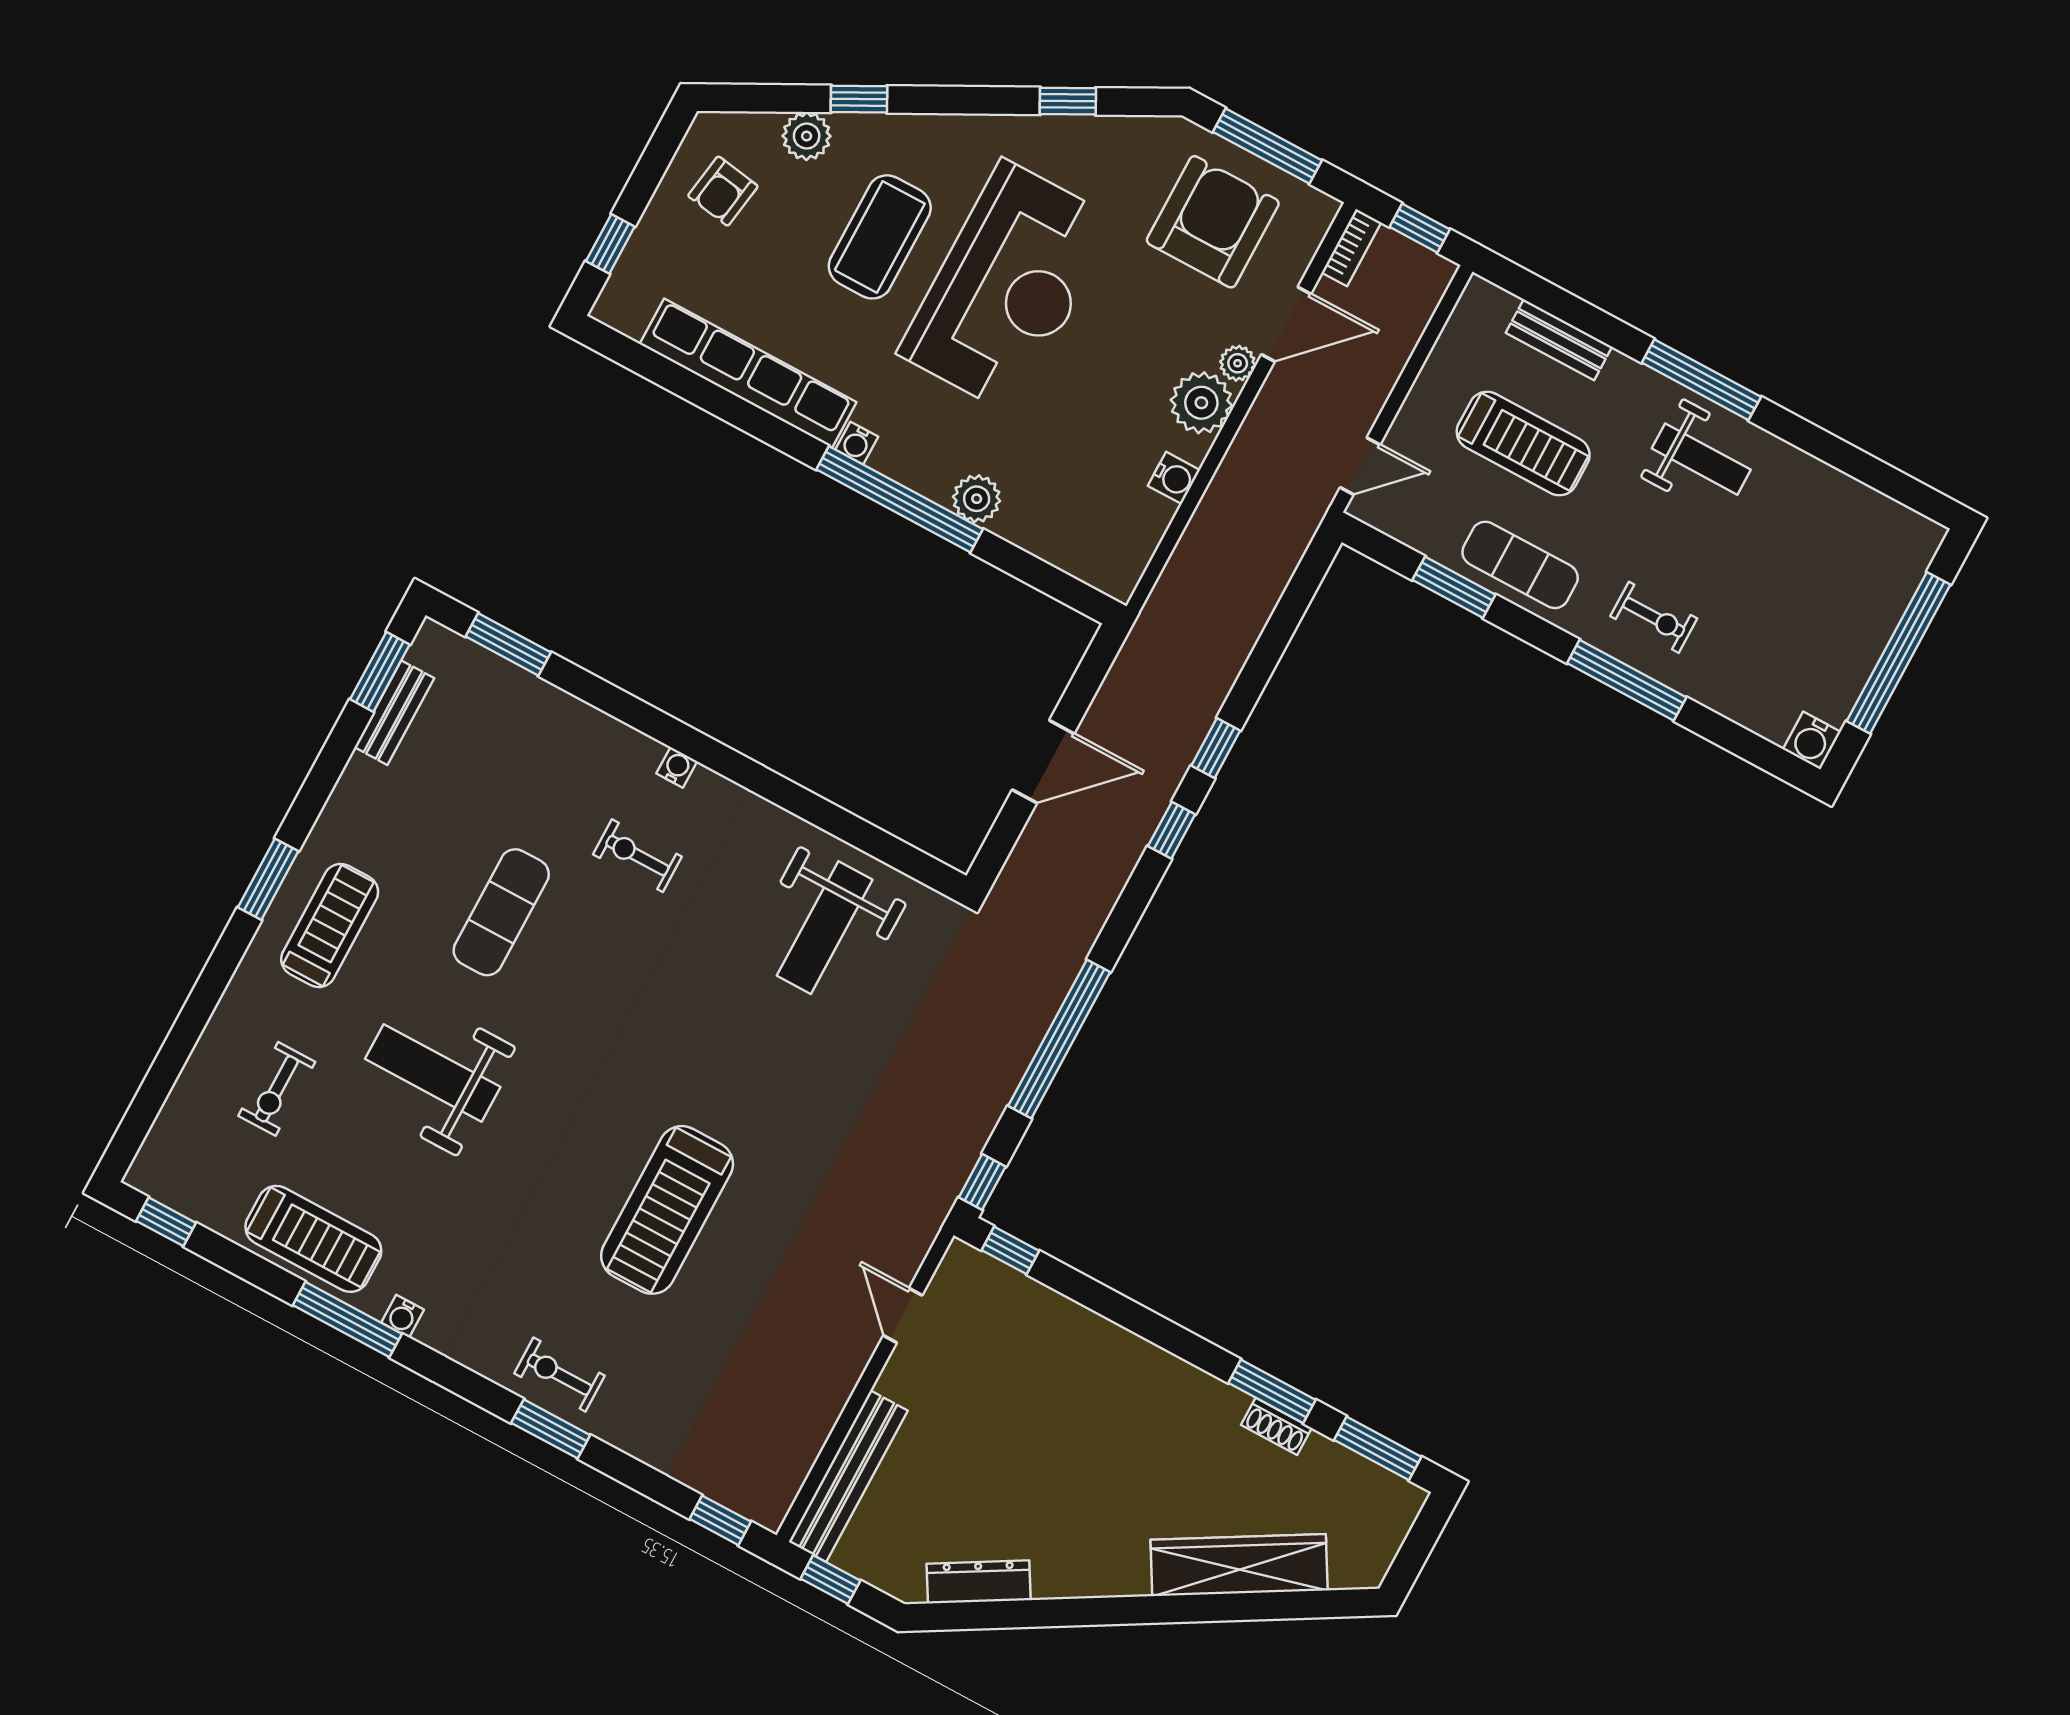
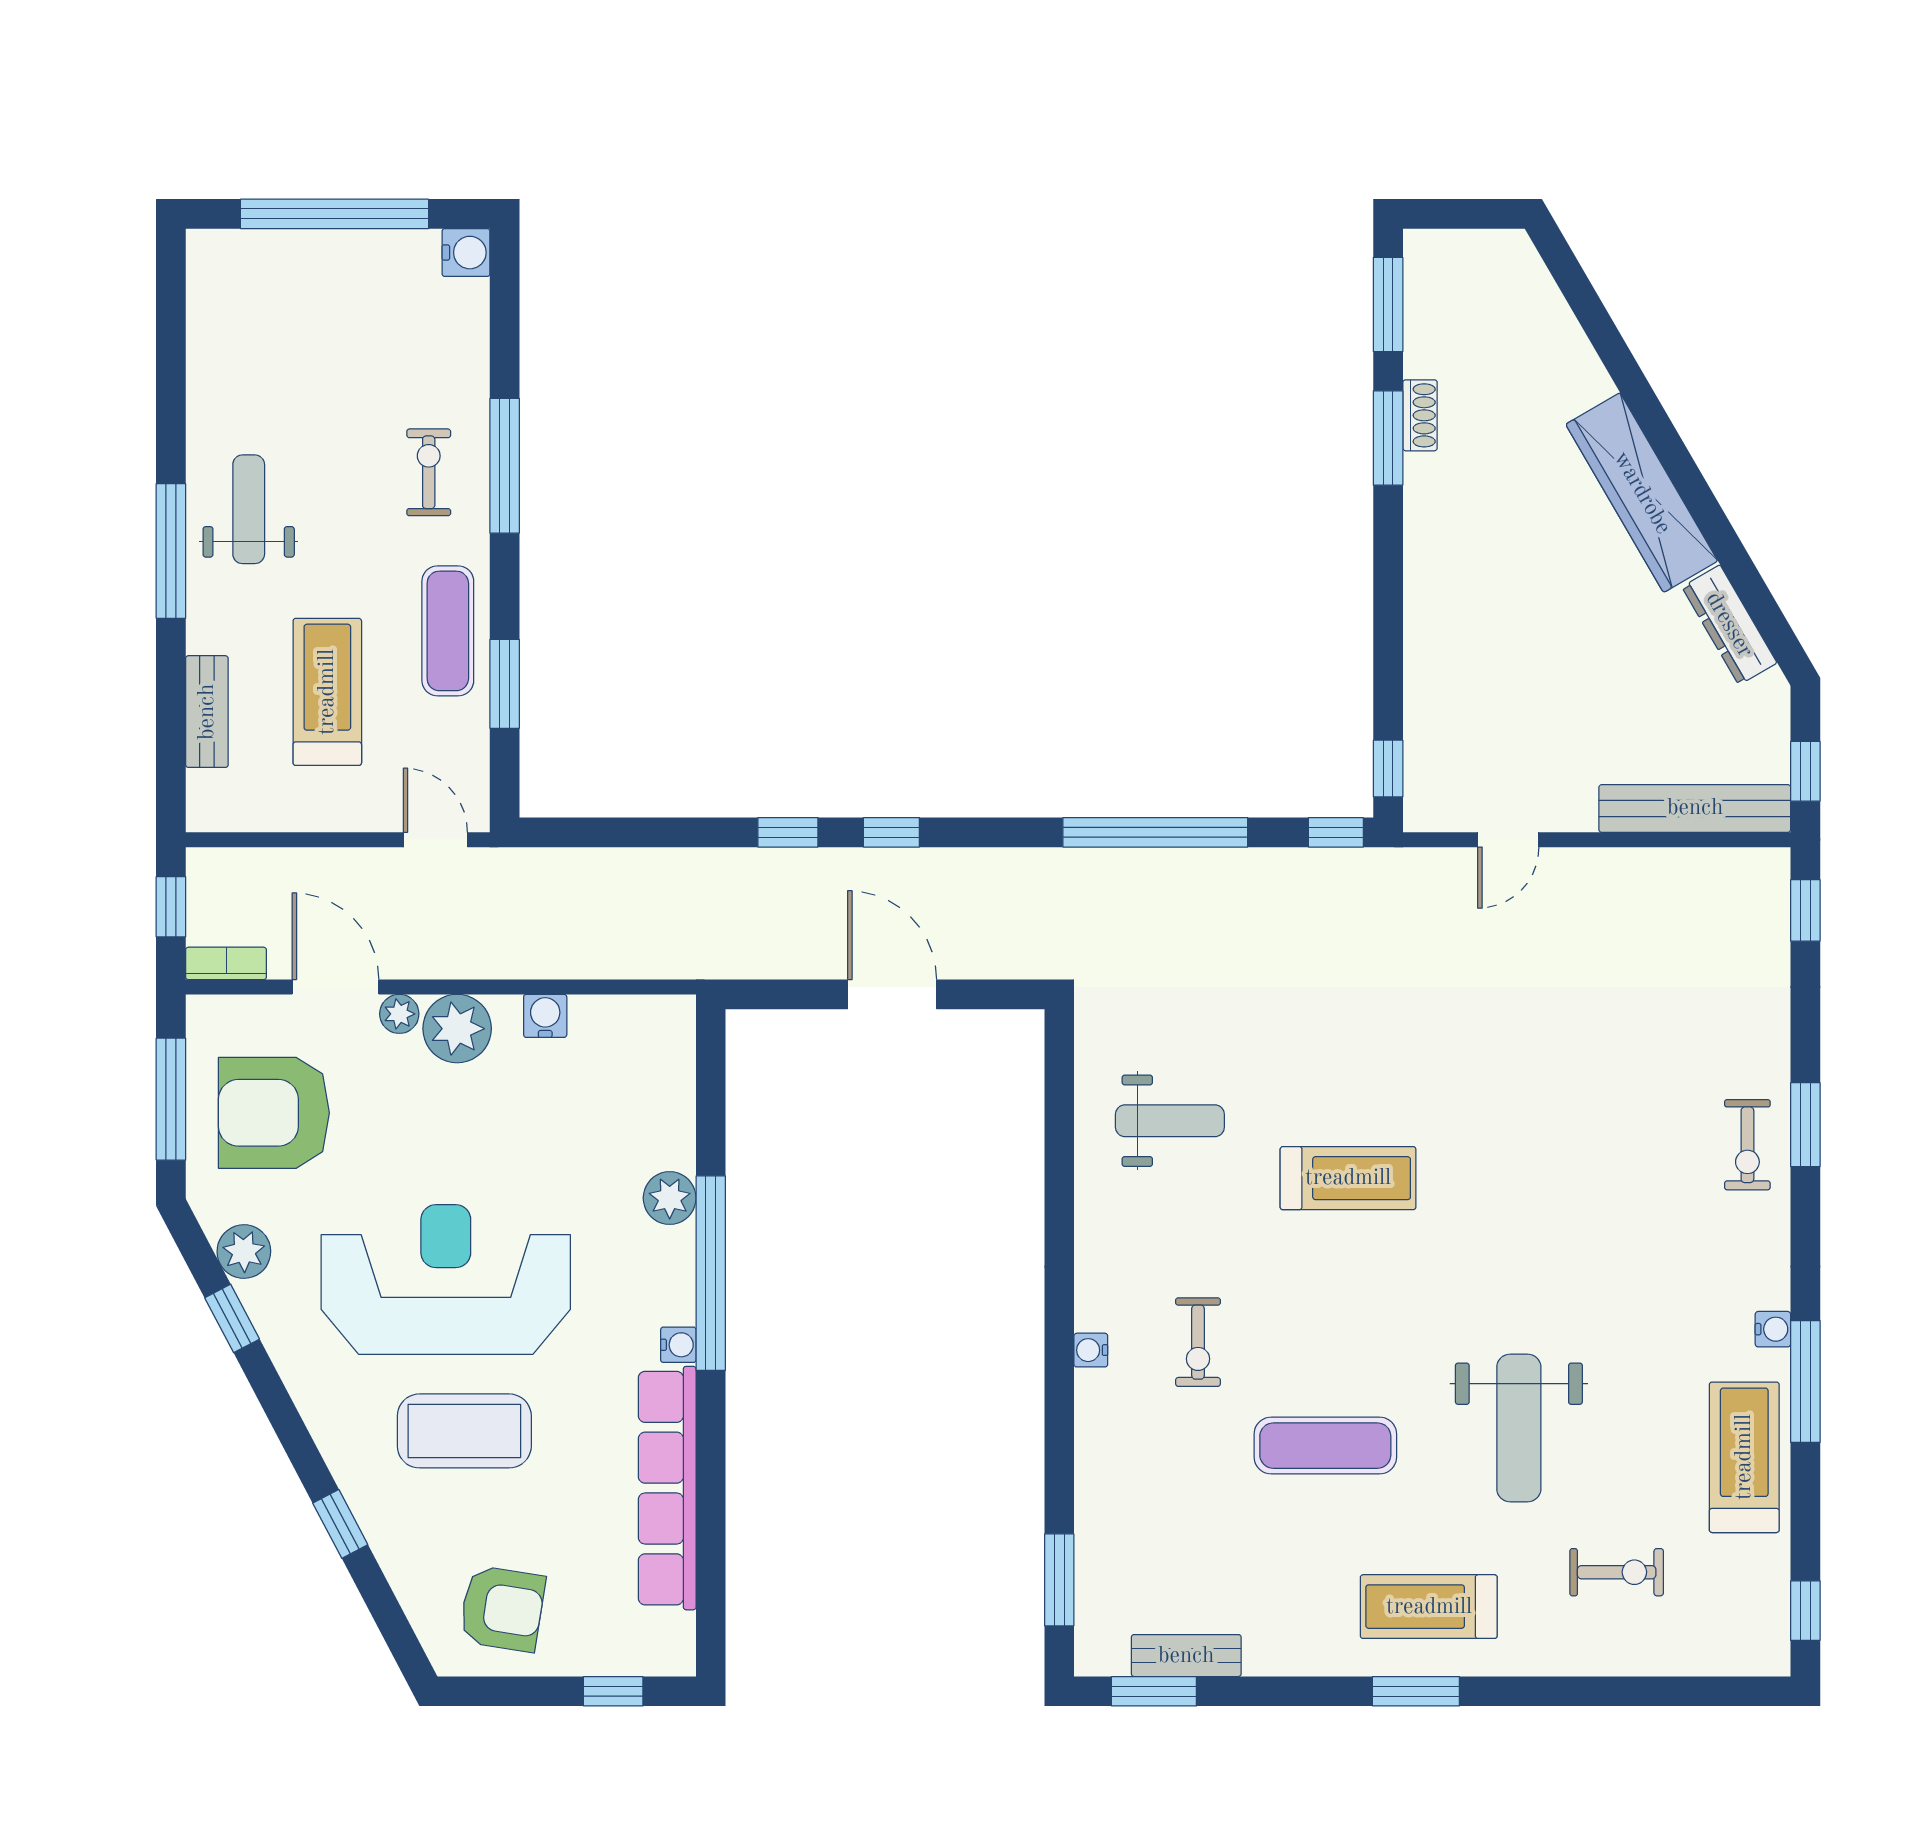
plant: (807, 136) -> (244, 1252), moved
armchair: (723, 191) -> (502, 1609), width x1.38, depth x1.38
weight bench: (825, 928) -> (1170, 1121), width x0.73, depth x0.75
treadmill: (667, 1210) -> (1348, 1178), moved, width x0.73, depth x0.73
wardrobe: (1239, 1565) -> (1642, 493), moved

